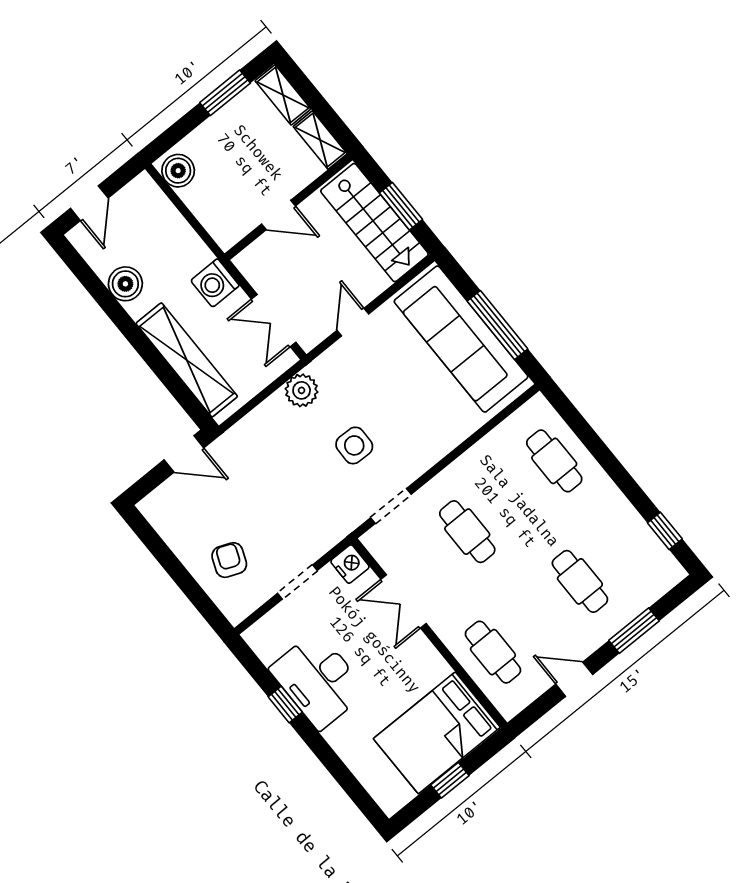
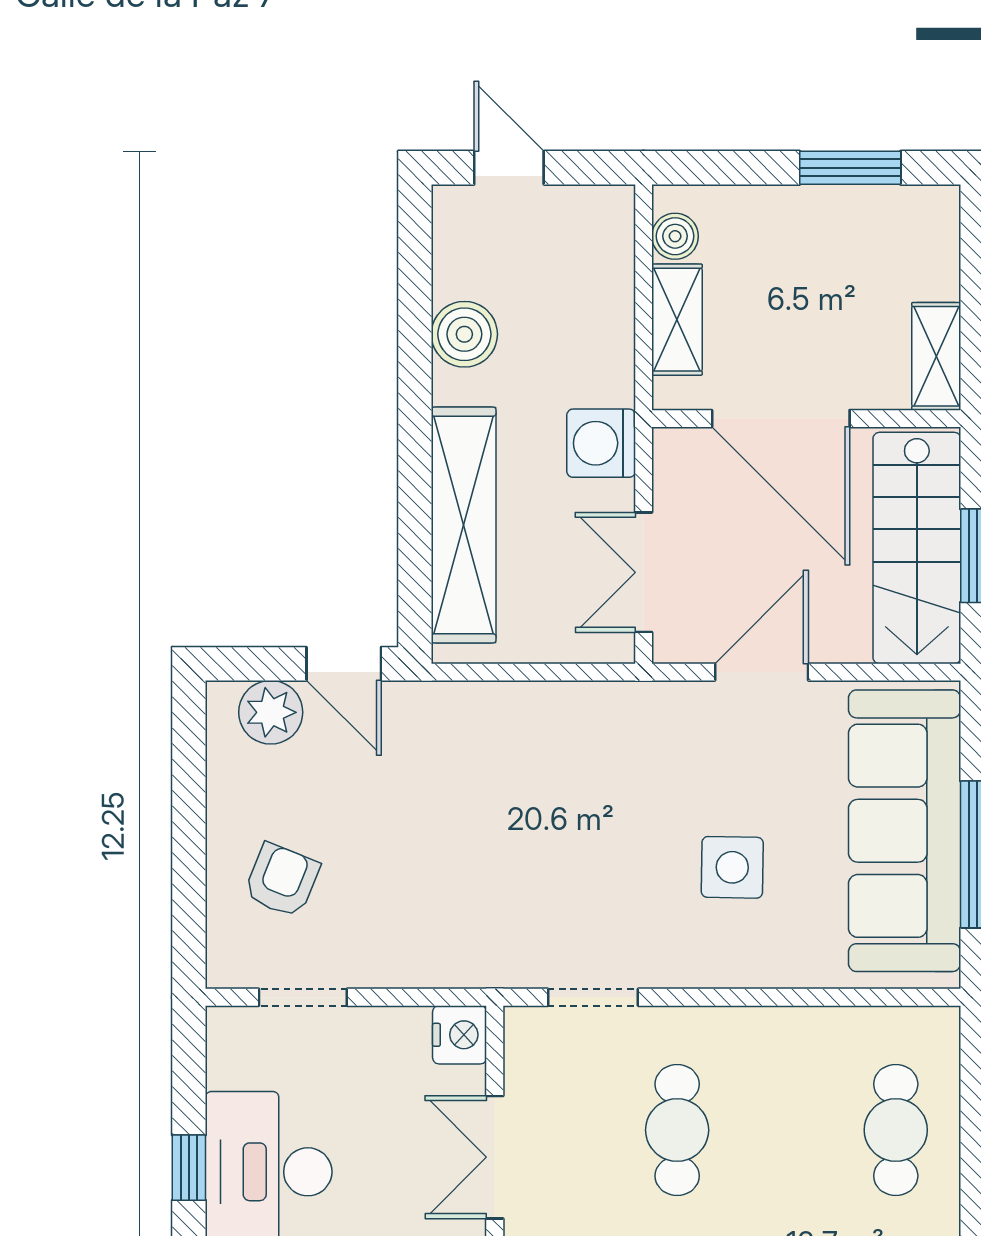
shelving: (283, 95) -> (677, 320), moved
boiler: (178, 171) -> (675, 236), width x0.73, depth x0.73
door: (89, 203) -> (509, 168), swing flipped
door: (279, 215) -> (781, 419), width x1.87
door: (353, 322) -> (762, 672), width x1.38
plant: (302, 390) -> (271, 712), moved
side table: (354, 445) -> (732, 867), moved
doorway: (297, 582) -> (303, 997), moved

